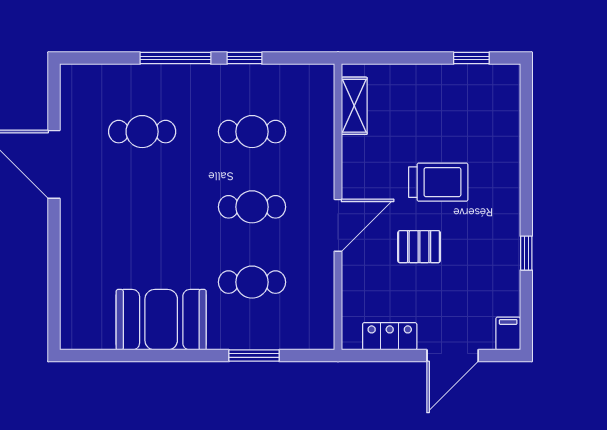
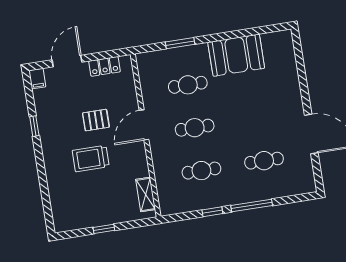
window: (471, 58) -> (104, 229), moved

